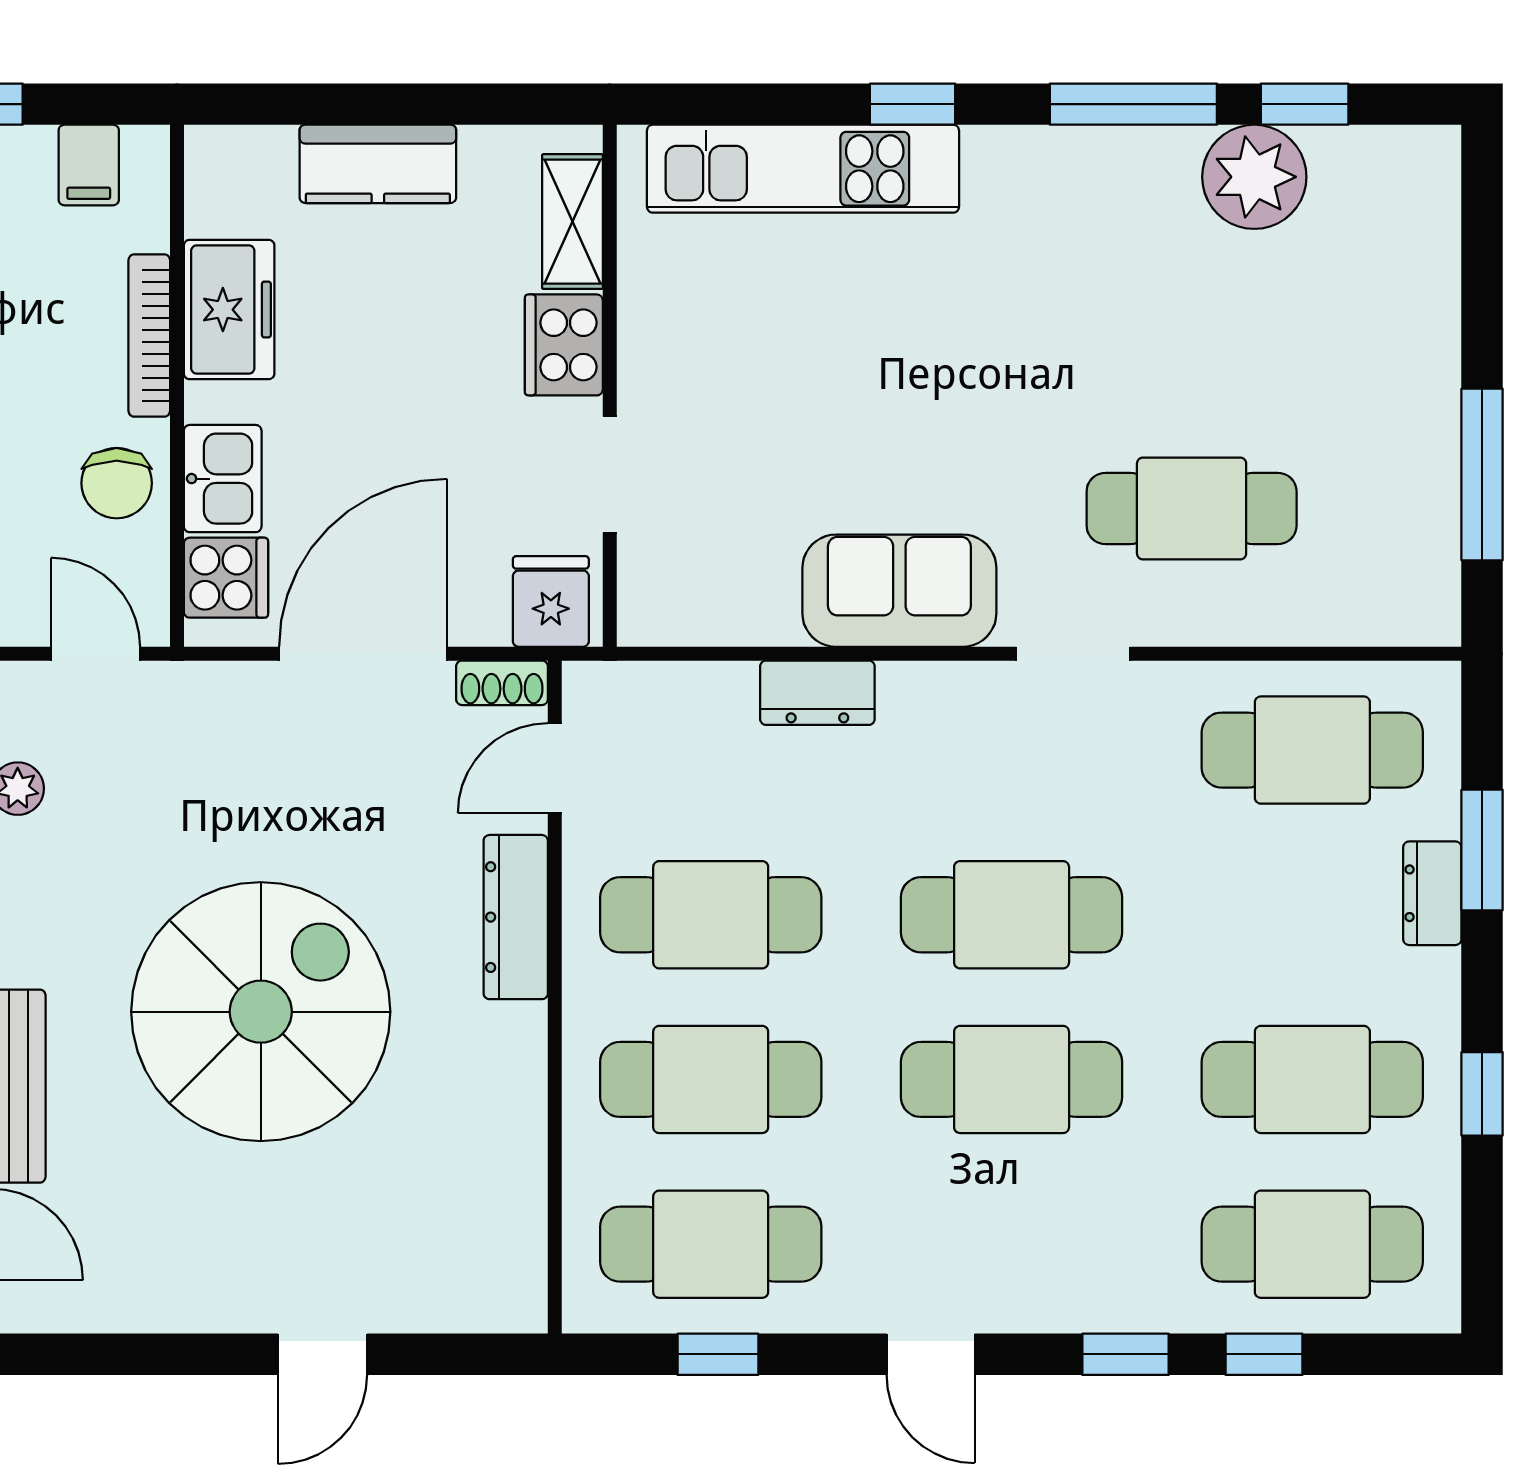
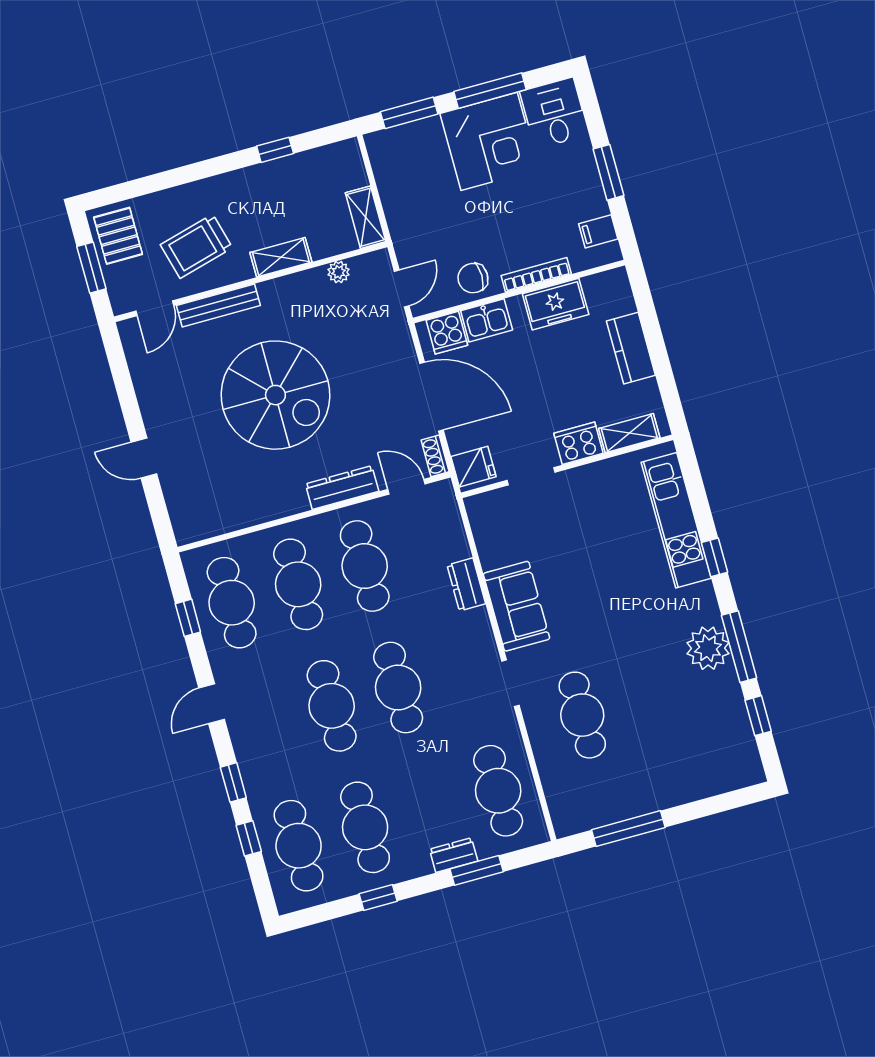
plant: (1254, 177) -> (708, 648), moved

